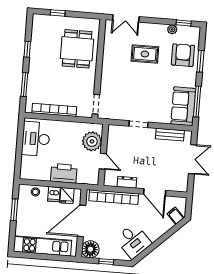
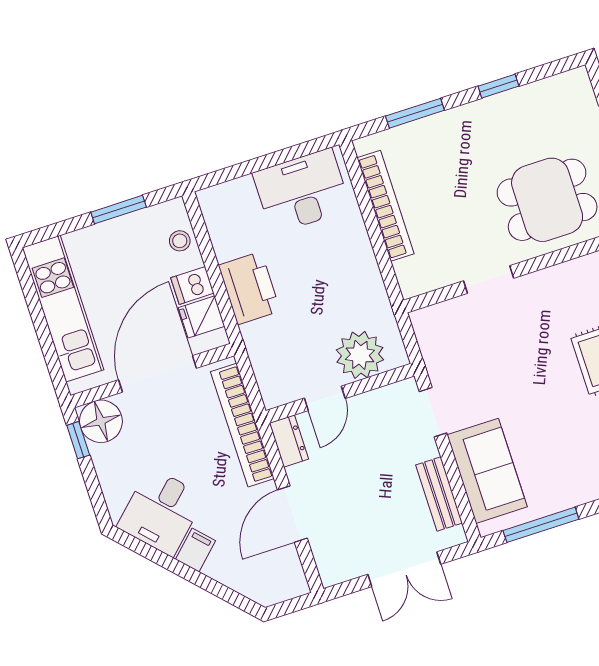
doorway: (96, 104) -> (489, 279), moved
sofa: (183, 106) -> (487, 471), moved, turned 90
plant: (92, 141) -> (360, 355), moved
wall: (103, 155) -> (340, 393), moved
door: (103, 161) -> (325, 398), moved
filing cabinet: (175, 216) -> (195, 550), moved
door: (82, 221) -> (158, 374), hinge flipped
window: (106, 262) -> (78, 440), moved

